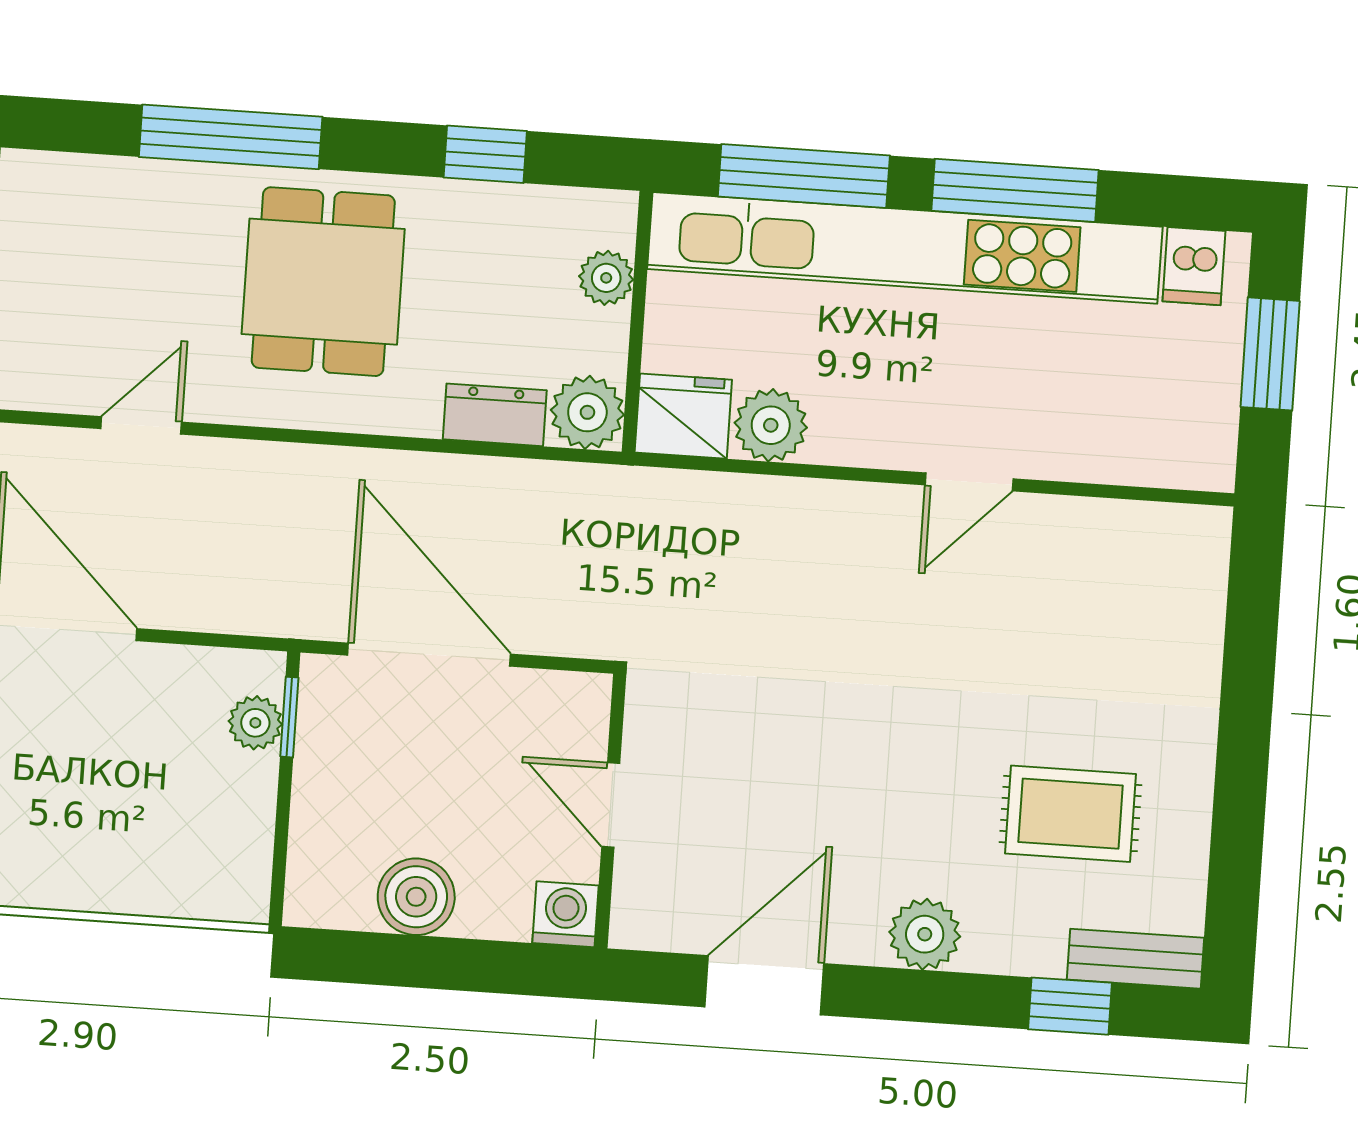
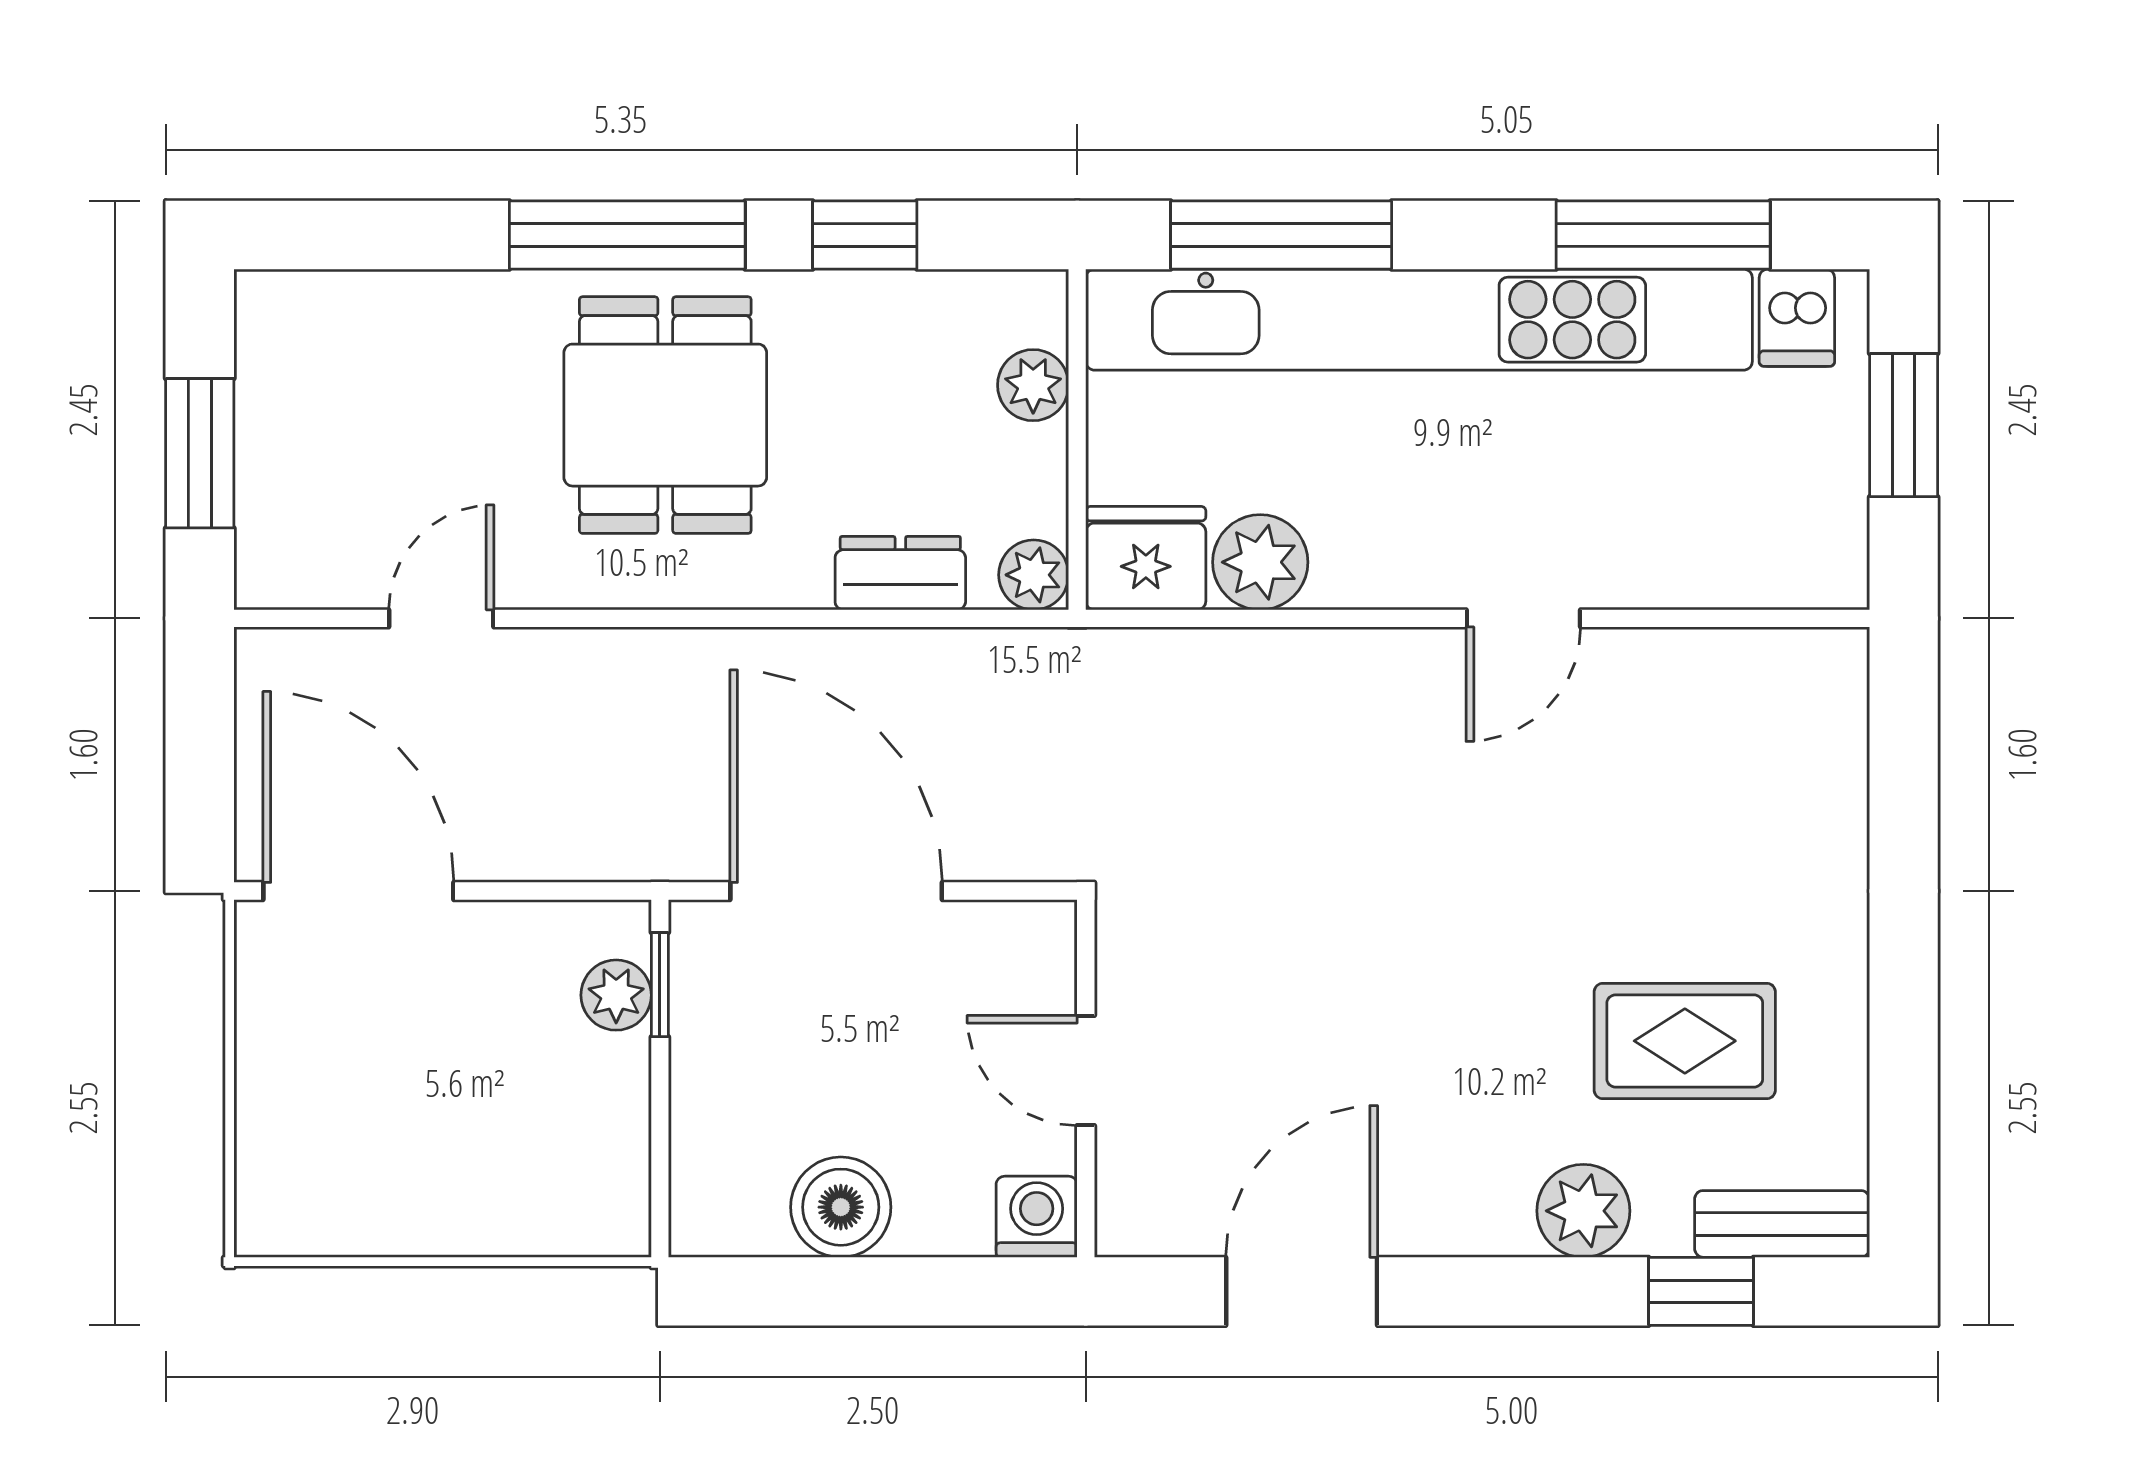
window: (231, 137) -> (627, 235), moved
window: (1015, 190) -> (1663, 235), moved
plant: (587, 412) -> (1034, 575), width x0.73, depth x0.73
plant: (925, 934) -> (1583, 1211), moved

